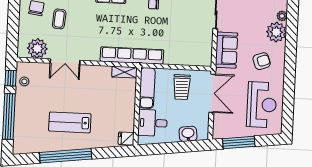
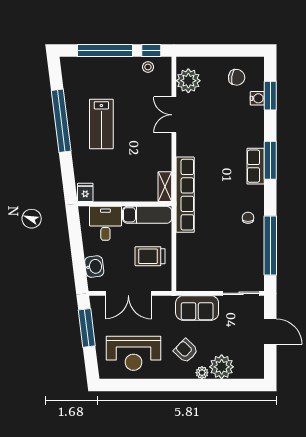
plant: (282, 16) -> (202, 373), moved
coffee table: (59, 19) -> (225, 105), removed
armchair: (262, 61) -> (186, 351), turned 153
double door: (212, 93) -> (128, 293), moved
lab bench: (70, 122) -> (101, 124), turned 180

